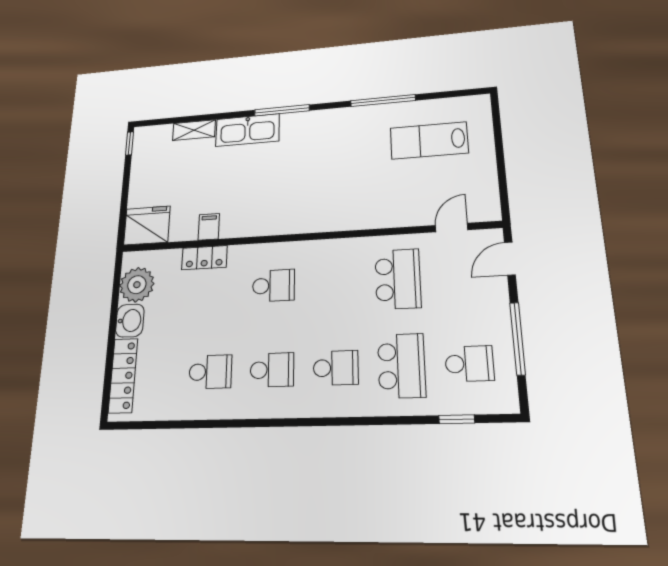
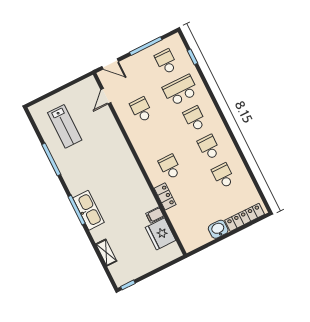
kitchen sink: (247, 130) -> (89, 210), moved
fridge: (147, 225) -> (161, 234), moved
door: (452, 228) -> (106, 96), hinge flipped
locker: (204, 258) -> (165, 196), moved
school desk: (398, 279) -> (141, 110), width x0.54
plant: (137, 285) -> (200, 236), removed

